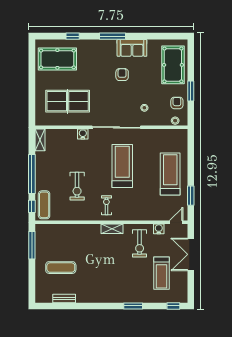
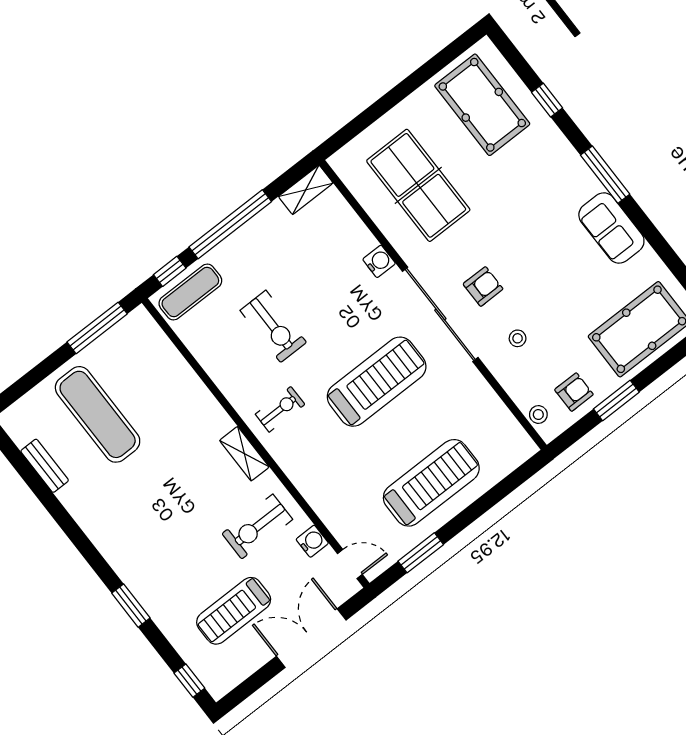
armchair: (122, 75) -> (483, 286), moved
exercise bike: (77, 186) -> (273, 326), turned -90
exercise mat: (61, 268) -> (98, 414), width x1.36, depth x1.45

